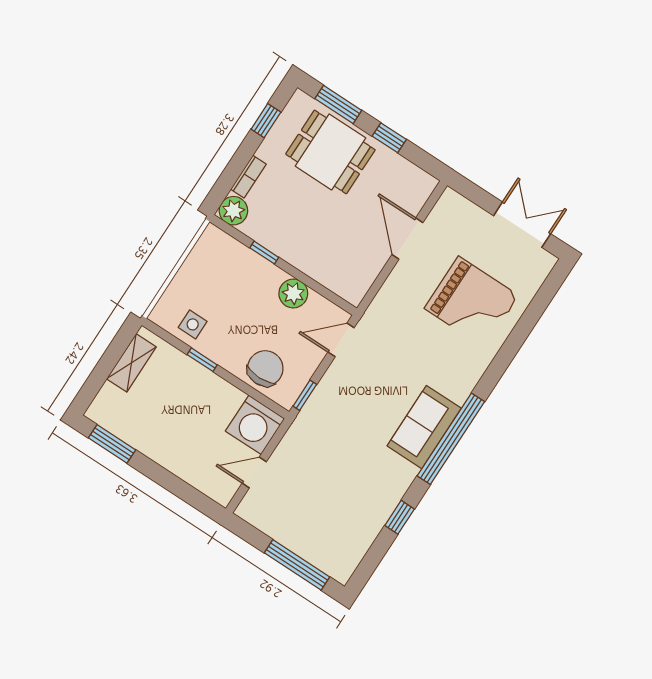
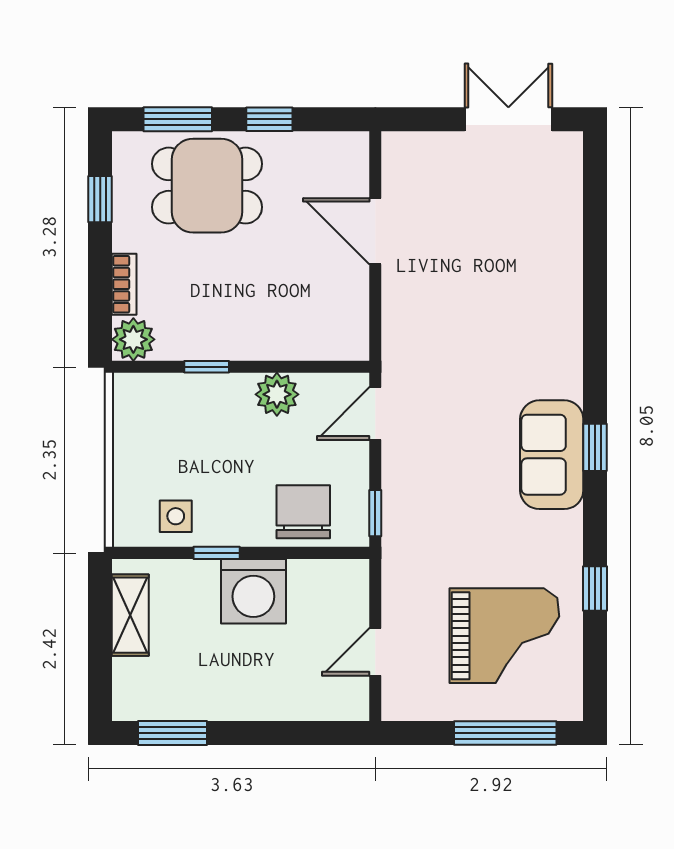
grand piano: (472, 302) -> (504, 636), moved
washing machine: (255, 425) -> (253, 591), moved
window: (451, 439) -> (595, 447), width x0.32

